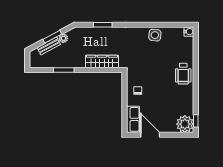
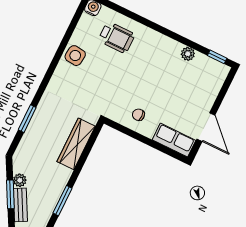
wheelchair: (183, 74) -> (117, 37), moved
plant: (185, 124) -> (188, 54), moved, width x0.53, depth x0.53
door: (150, 135) -> (206, 127), swing flipped

